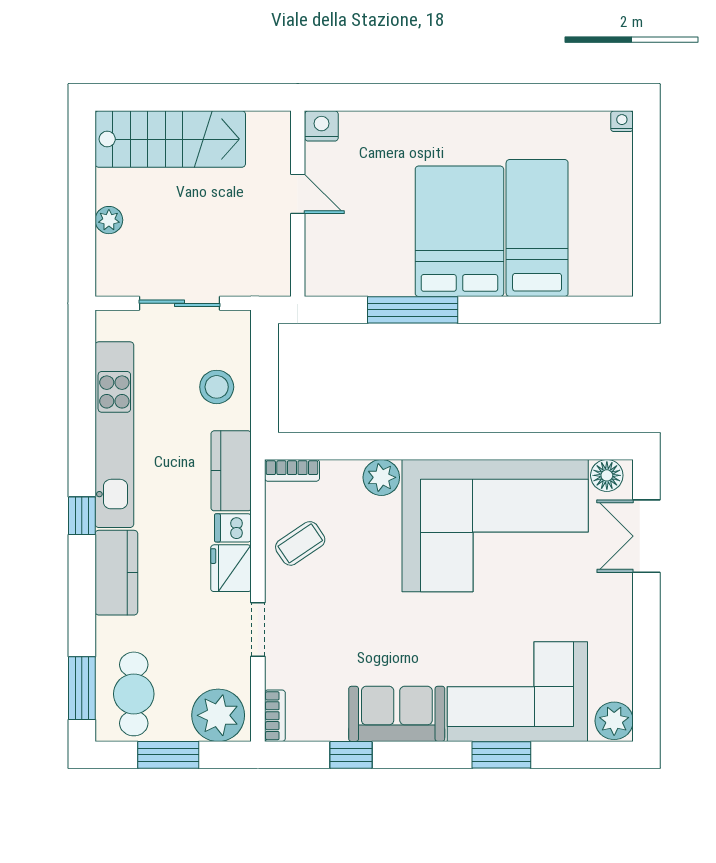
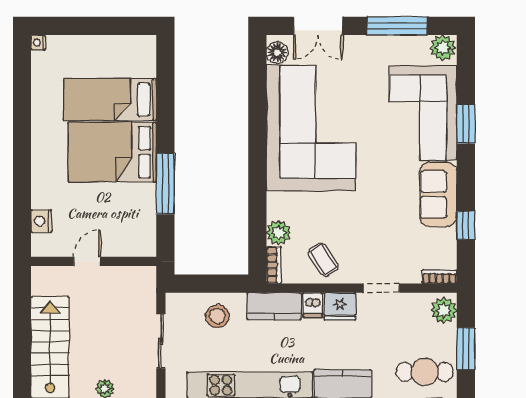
nightstand: (322, 126) -> (41, 221), moved
plant: (381, 477) -> (279, 233), moved
window: (646, 653) -> (397, 26), added
plant: (218, 715) -> (444, 310), width x0.73, depth x0.73

